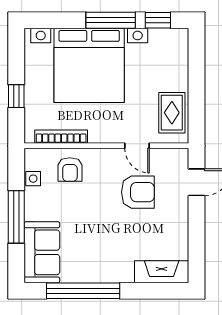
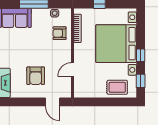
window: (111, 20) -> (141, 55), width x0.46
rug: (172, 113) -> (117, 87), moved
armchair: (138, 192) -> (36, 76), moved

